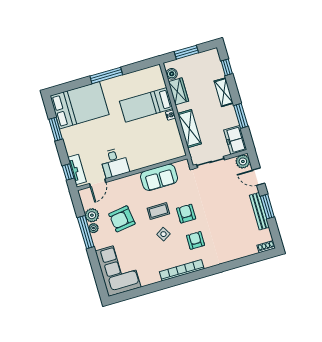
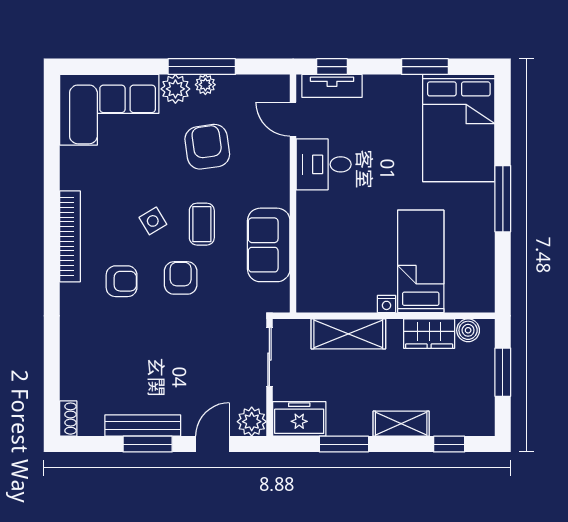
armchair: (186, 214) -> (181, 278), turned -90
plant: (92, 215) -> (175, 89), moved

